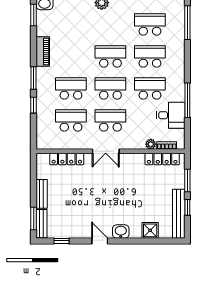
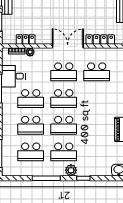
school desk: (71, 88) -> (64, 152), moved
double door: (106, 151) -> (68, 46), width x1.37
locker: (162, 159) -> (26, 40), width x0.66

